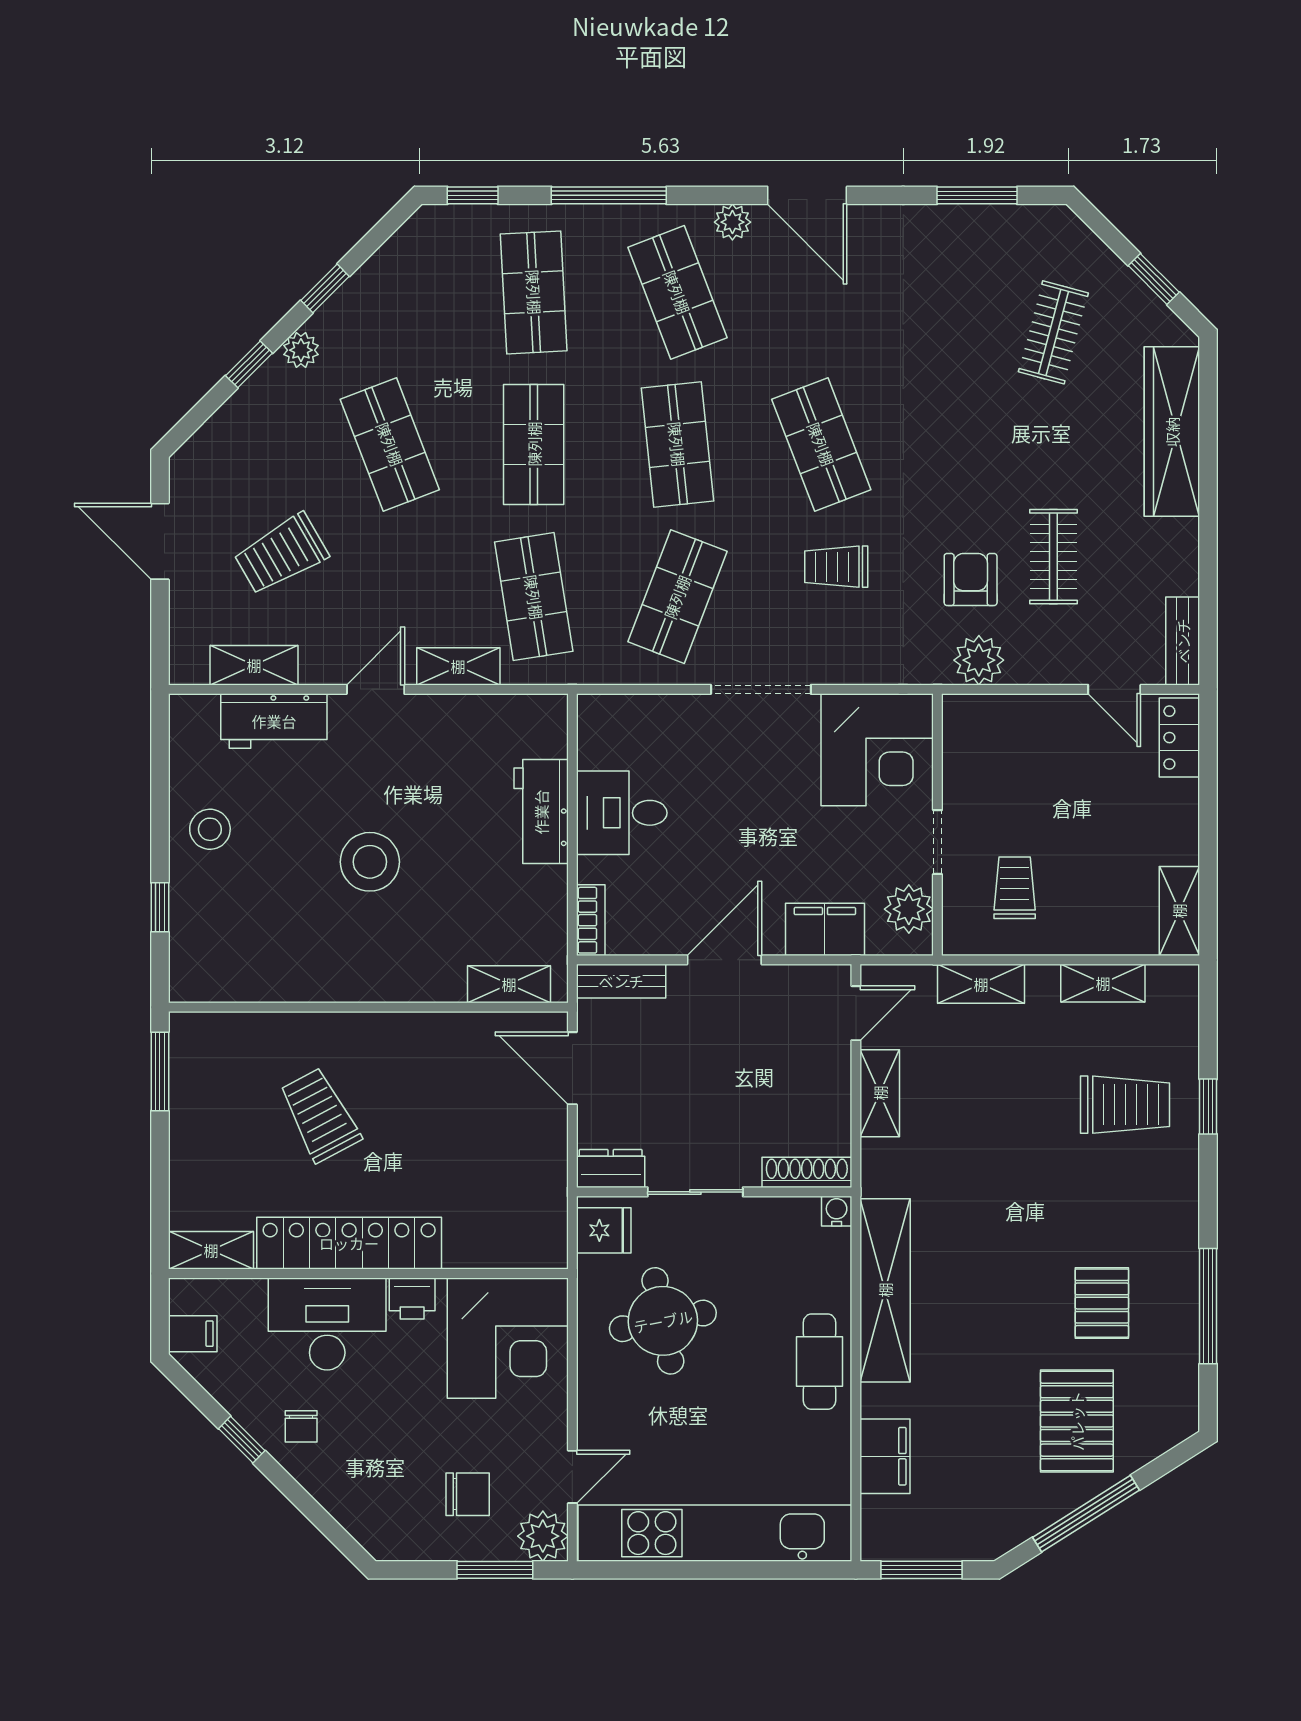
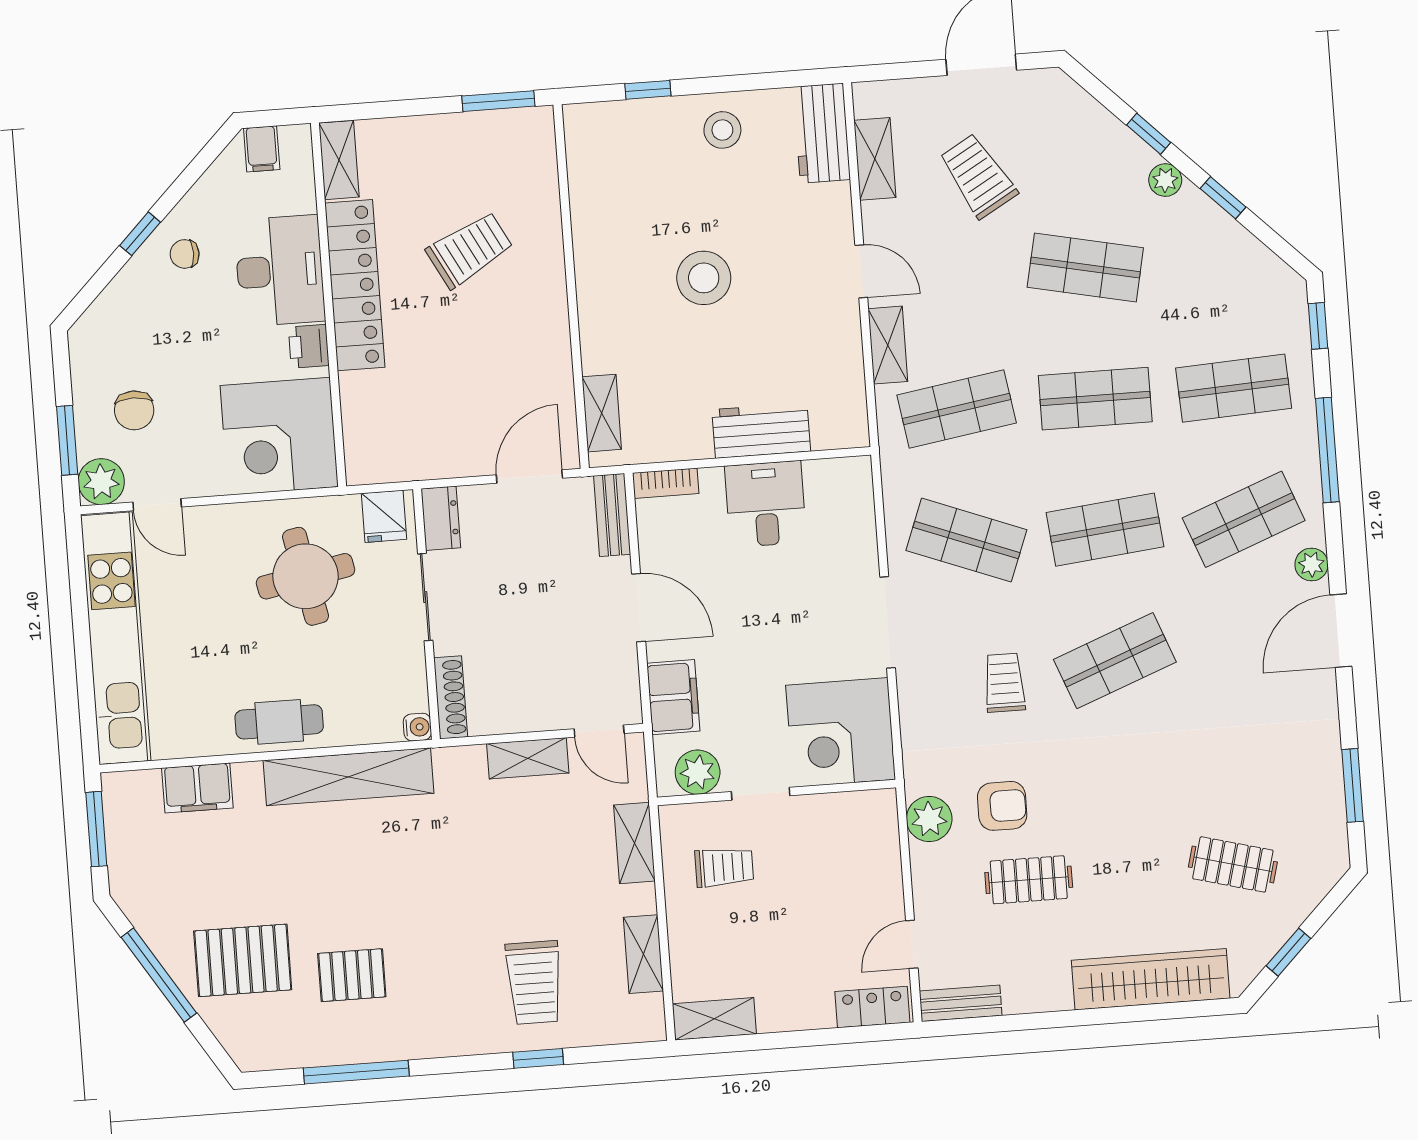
shop shelf: (390, 444) -> (1085, 268), turned 33
workbench: (274, 721) -> (822, 133), moved
window: (242, 1440) -> (140, 234), moved

